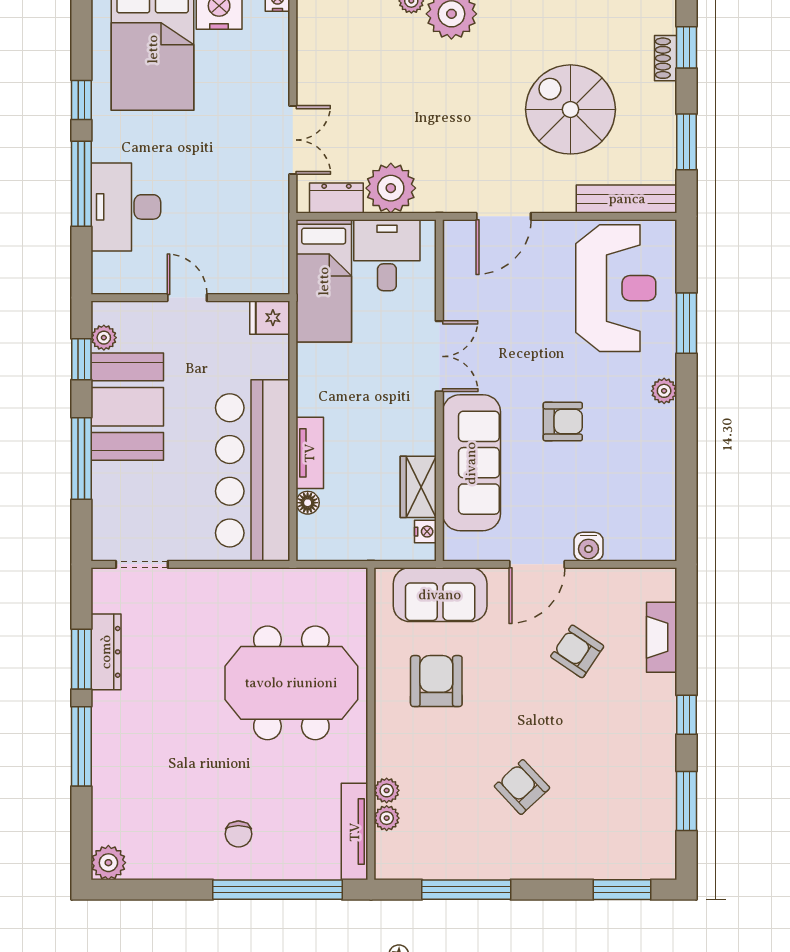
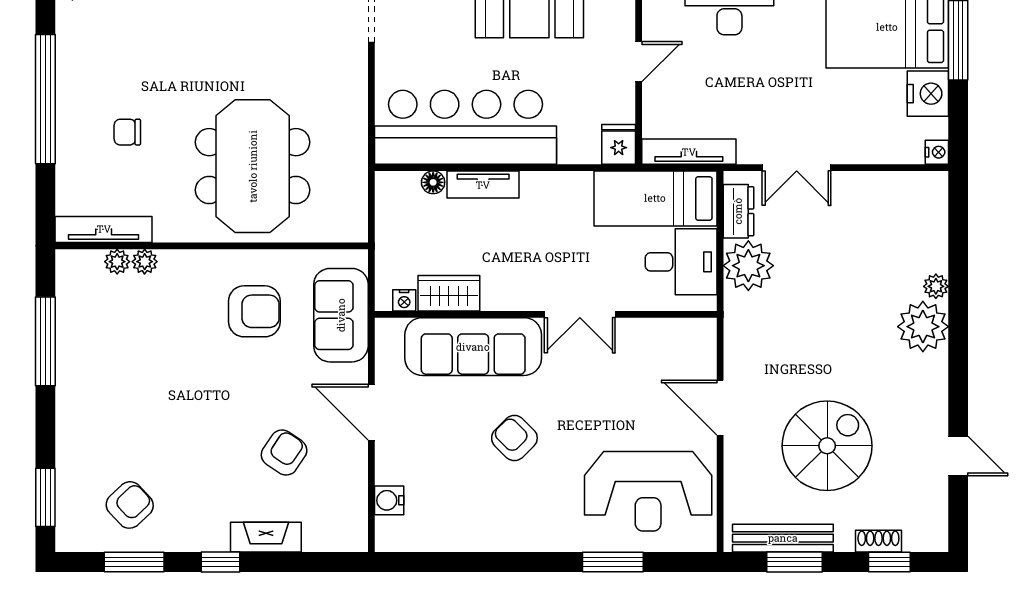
bench: (627, 199) -> (783, 538), moved, turned 90
door: (504, 216) -> (720, 408), moved
tv unit: (277, 247) -> (689, 152), added
plant: (664, 391) -> (545, 539), removed
armchair: (563, 422) -> (514, 438), turned 135
water cooler: (589, 547) -> (389, 500), moved
fireplace: (662, 637) -> (266, 537), moved
armchair: (522, 787) -> (130, 505), moved
chair: (238, 834) -> (127, 132), moved
window: (277, 890) -> (45, 99), moved

